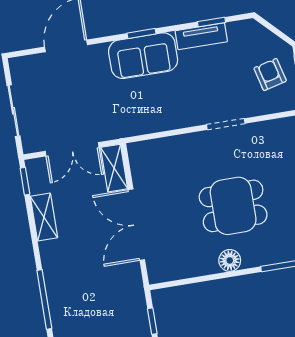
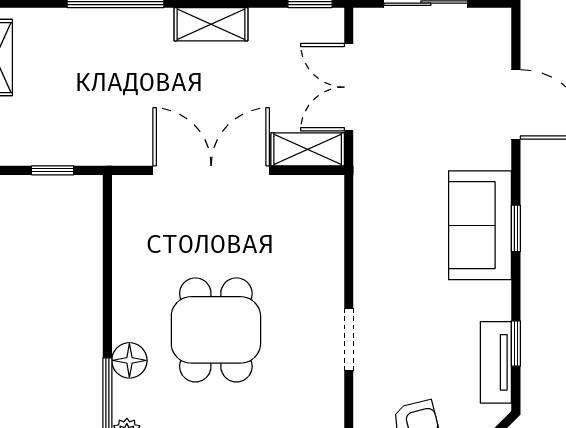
tv unit: (201, 36) -> (496, 362), moved
shelving: (44, 217) -> (211, 24), moved
floor lamp: (230, 260) -> (129, 360), moved

